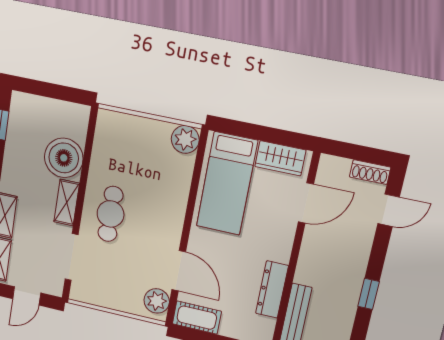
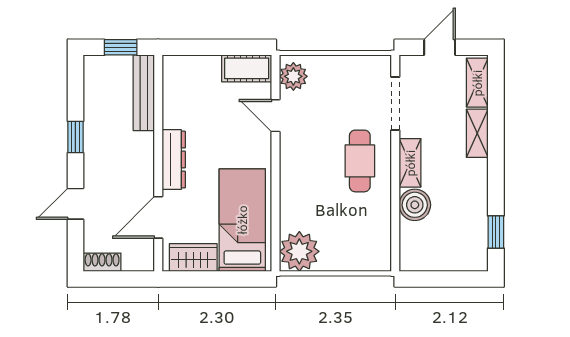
plant: (185, 139) -> (299, 251), width x1.36, depth x1.36
boiler: (64, 158) -> (415, 205), width x0.73, depth x0.73
door: (389, 210) -> (75, 204), moved
door: (179, 271) -> (275, 116), width x0.73
dresser: (272, 290) -> (174, 160), moved

